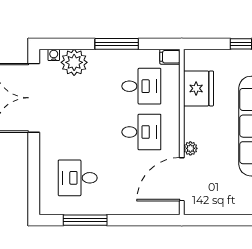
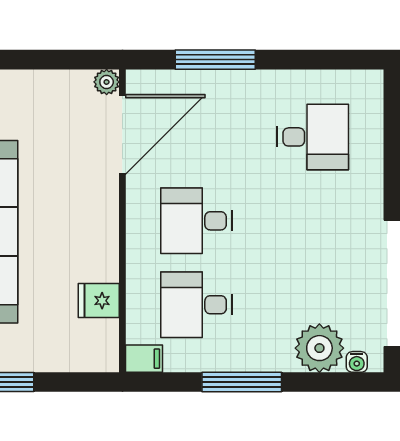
fridge: (198, 88) -> (99, 301), width x0.53, depth x0.75
plant: (190, 148) -> (107, 82), moved
window: (85, 220) -> (215, 60), moved

